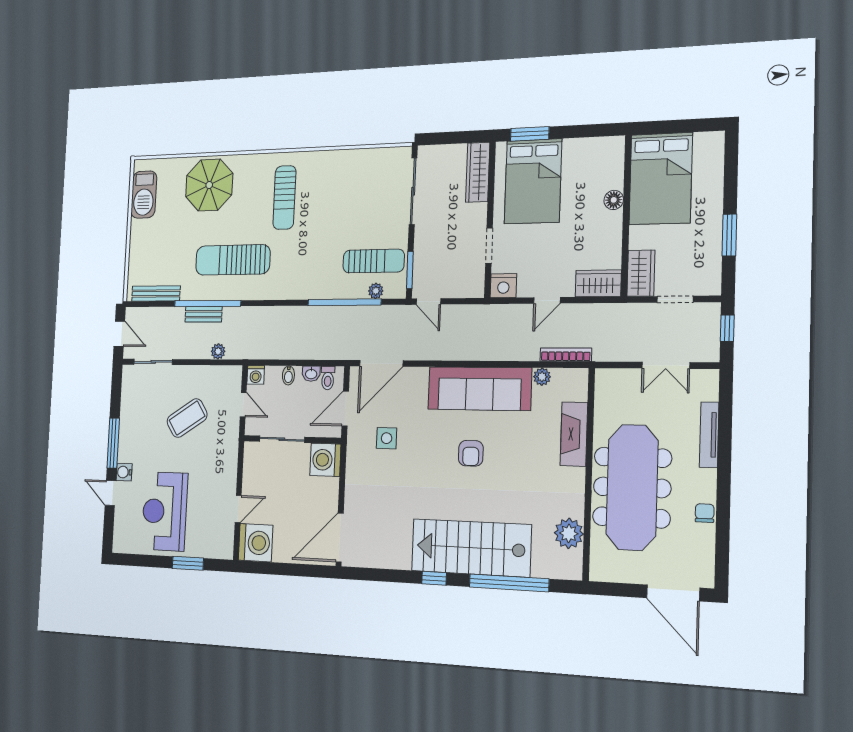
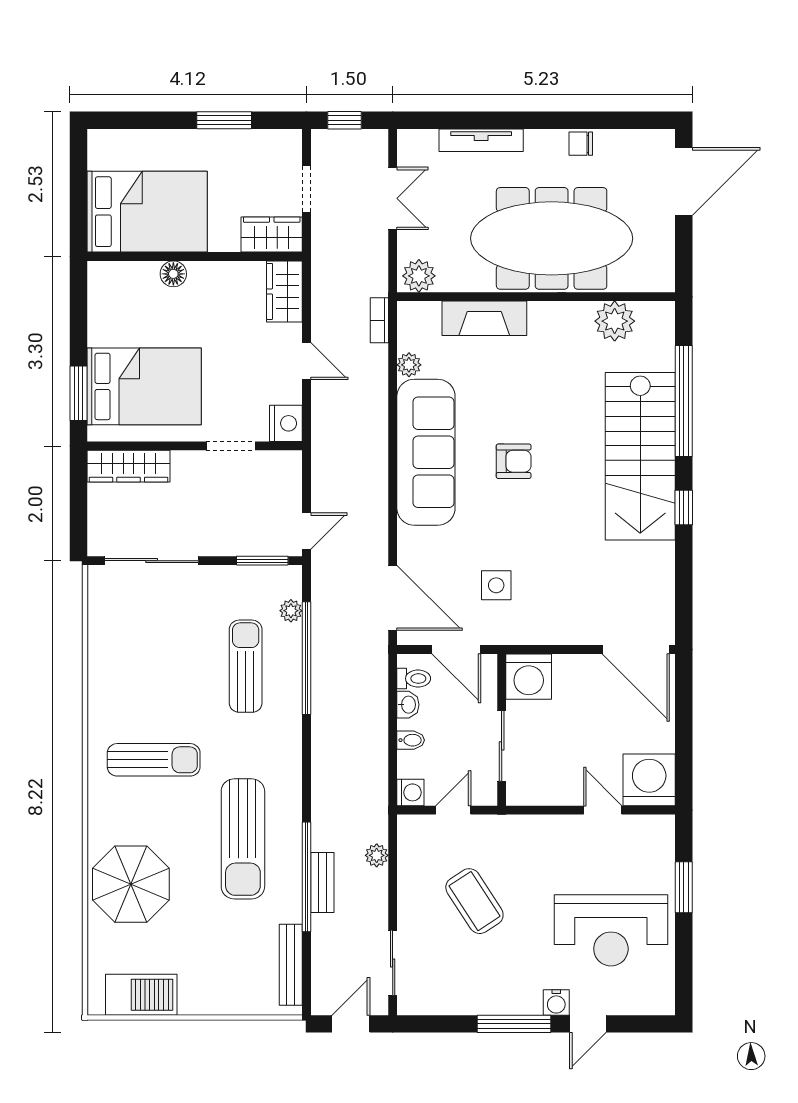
sun lounger: (374, 261) -> (246, 666), moved
bookcase: (566, 355) -> (379, 320), width x0.64
plant: (607, 385) -> (419, 276), added

